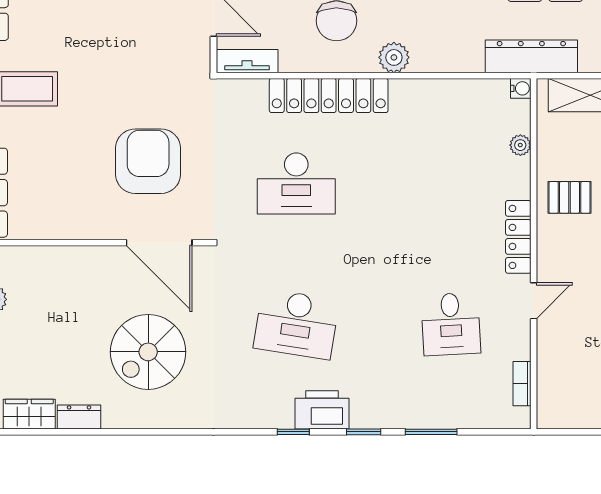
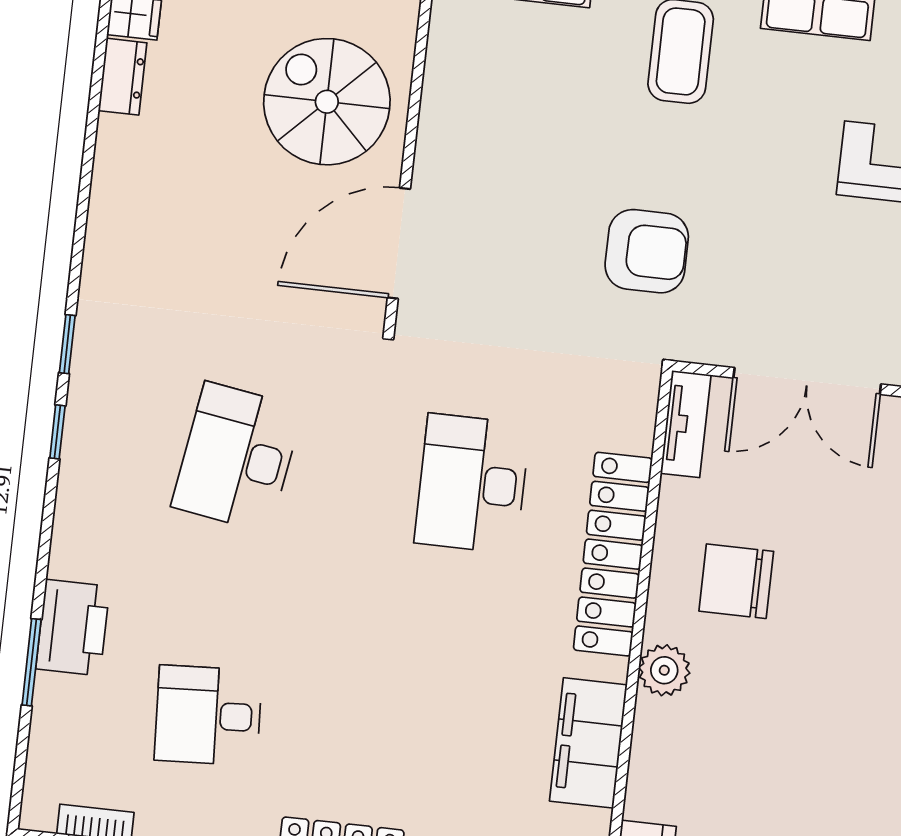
filing cabinet: (442, 97) -> (588, 743), added
armchair: (148, 161) -> (647, 251), moved, width x0.73, depth x0.73
spiral stairs: (148, 352) -> (327, 102), moved
printer: (322, 410) -> (73, 628), moved
window: (364, 432) -> (67, 344), moved

